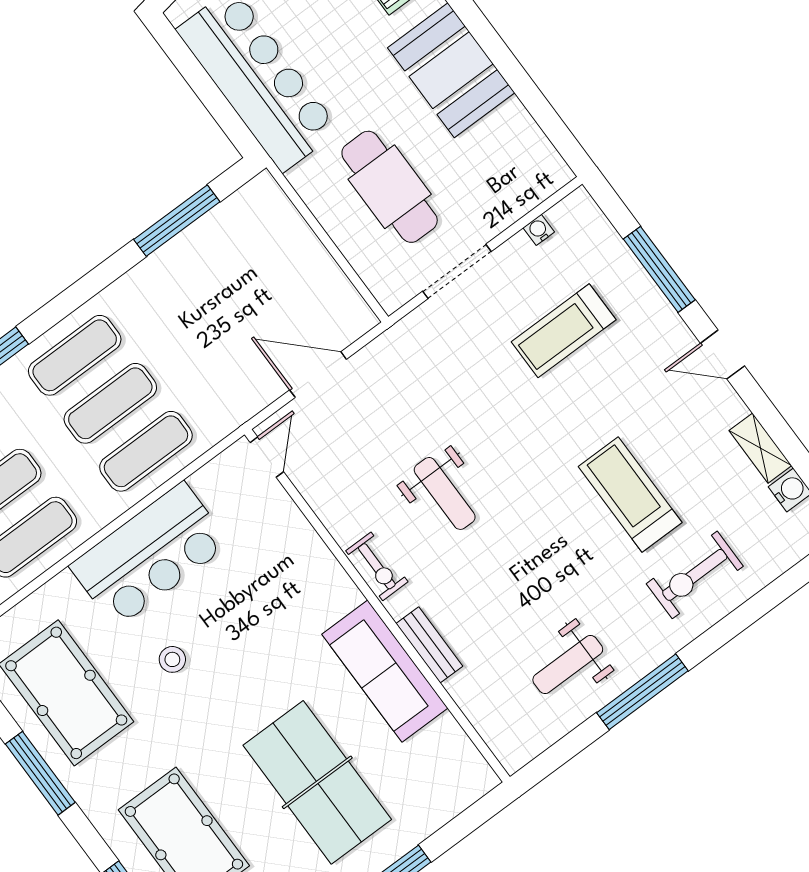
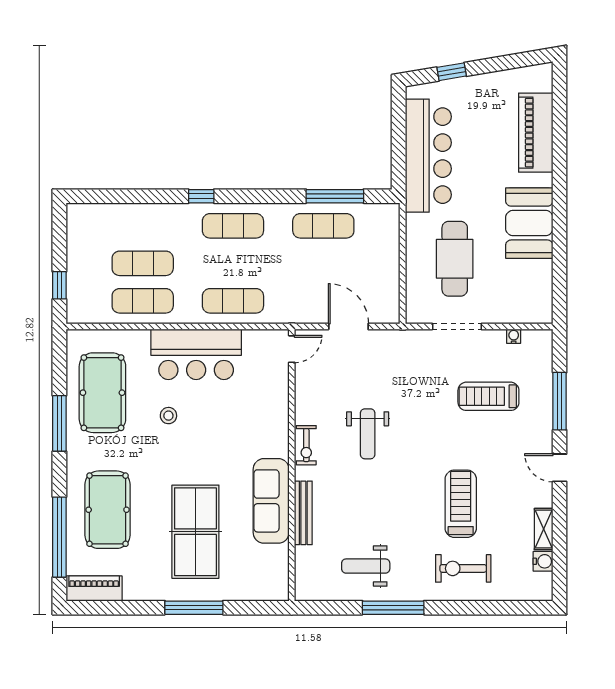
exercise mat: (110, 403) -> (323, 226), moved
bench: (429, 645) -> (303, 513), width x1.36

